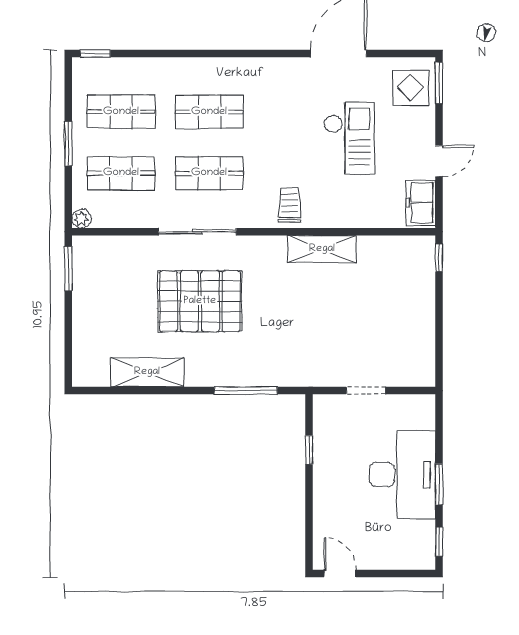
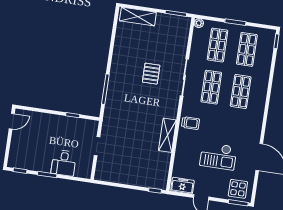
pallet: (200, 301) -> (151, 74), width x0.49, depth x0.50
shelving: (147, 372) -> (138, 17), moved, turned 90
desk: (402, 475) -> (64, 163), width x0.53, depth x0.77

